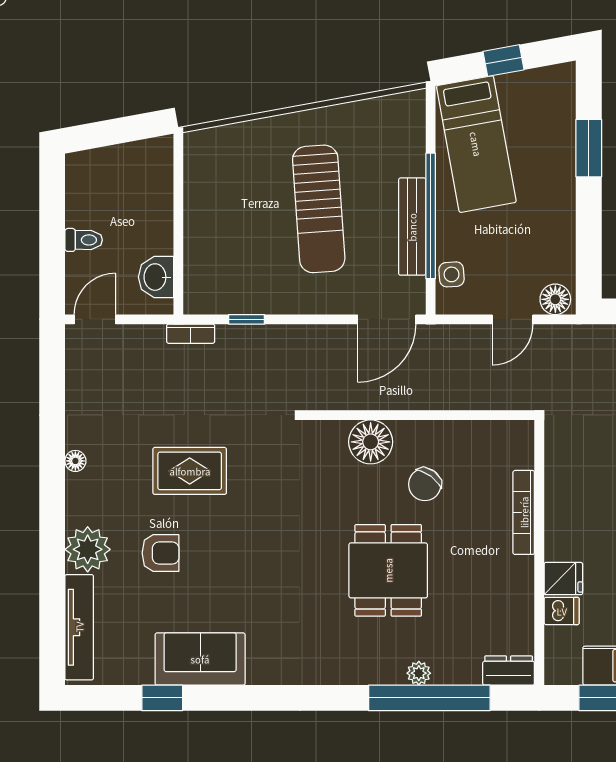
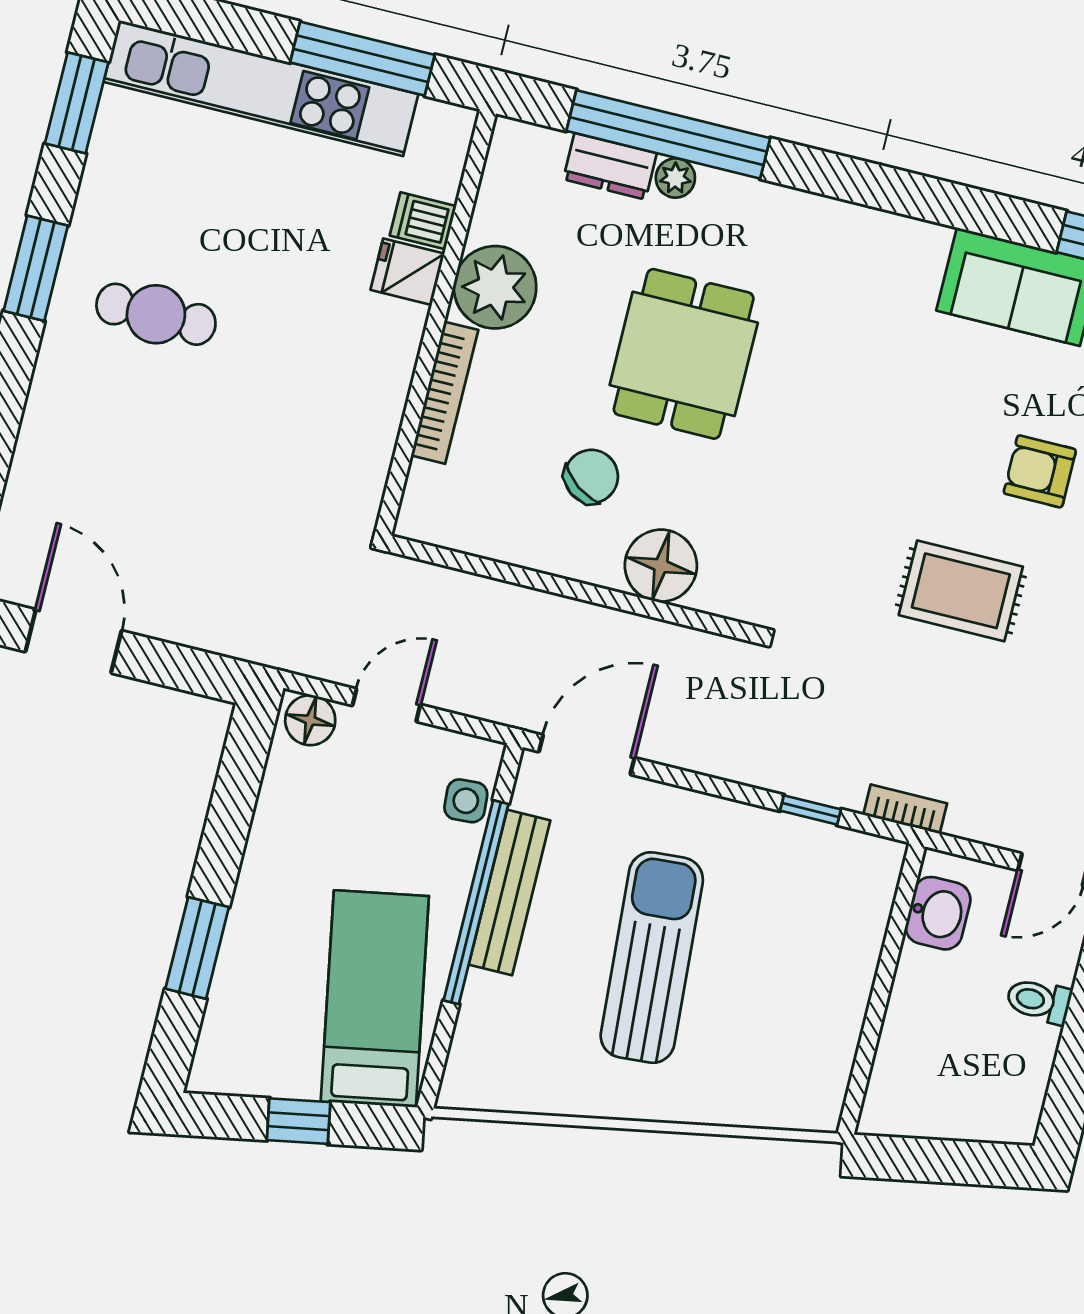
plant: (509, 582) -> (495, 287), added
dresser: (509, 671) -> (610, 166), moved

